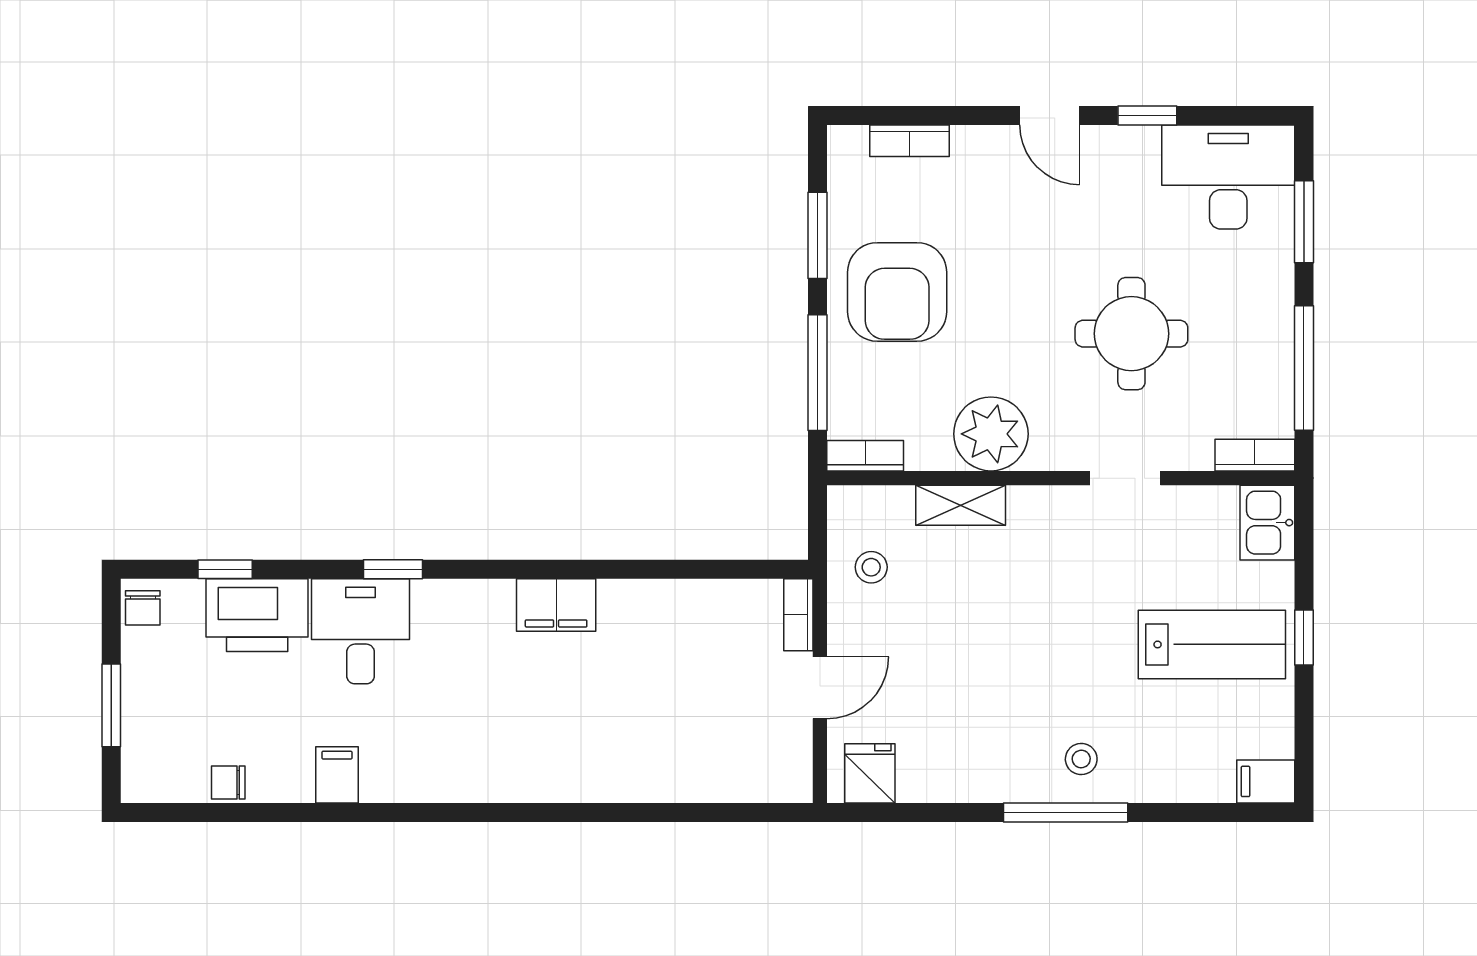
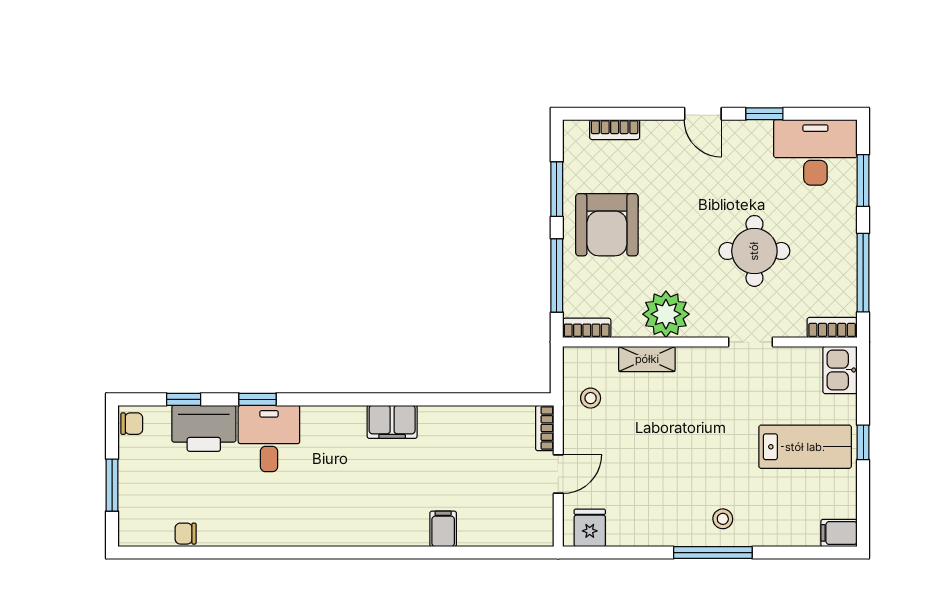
window: (393, 569) -> (258, 399), moved
chair: (143, 608) -> (132, 424), turned -90
filing cabinet: (337, 775) -> (443, 529), moved

